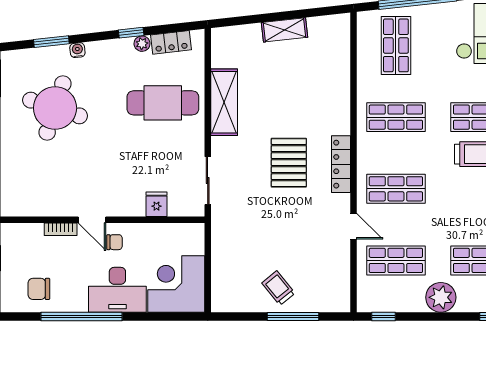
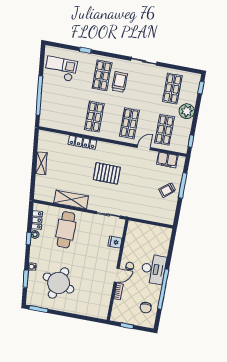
shop shelf: (396, 45) -> (59, 110), removed
locker: (341, 164) -> (82, 142), moved
filing cabinet: (338, 277) -> (167, 160), added
corner desk: (176, 284) -> (156, 240), removed

